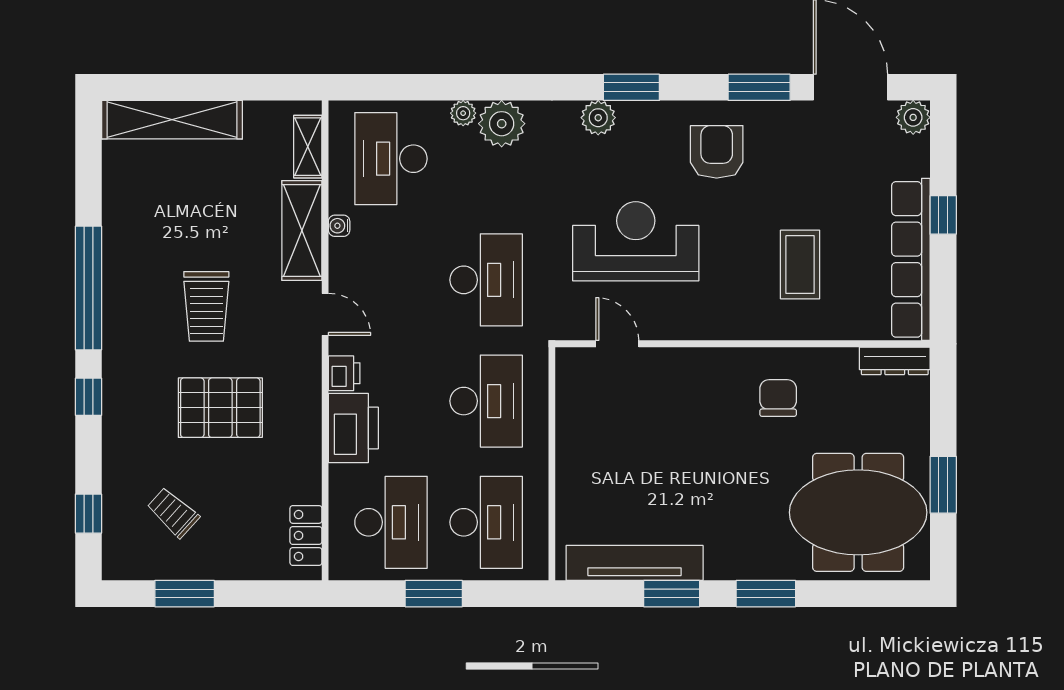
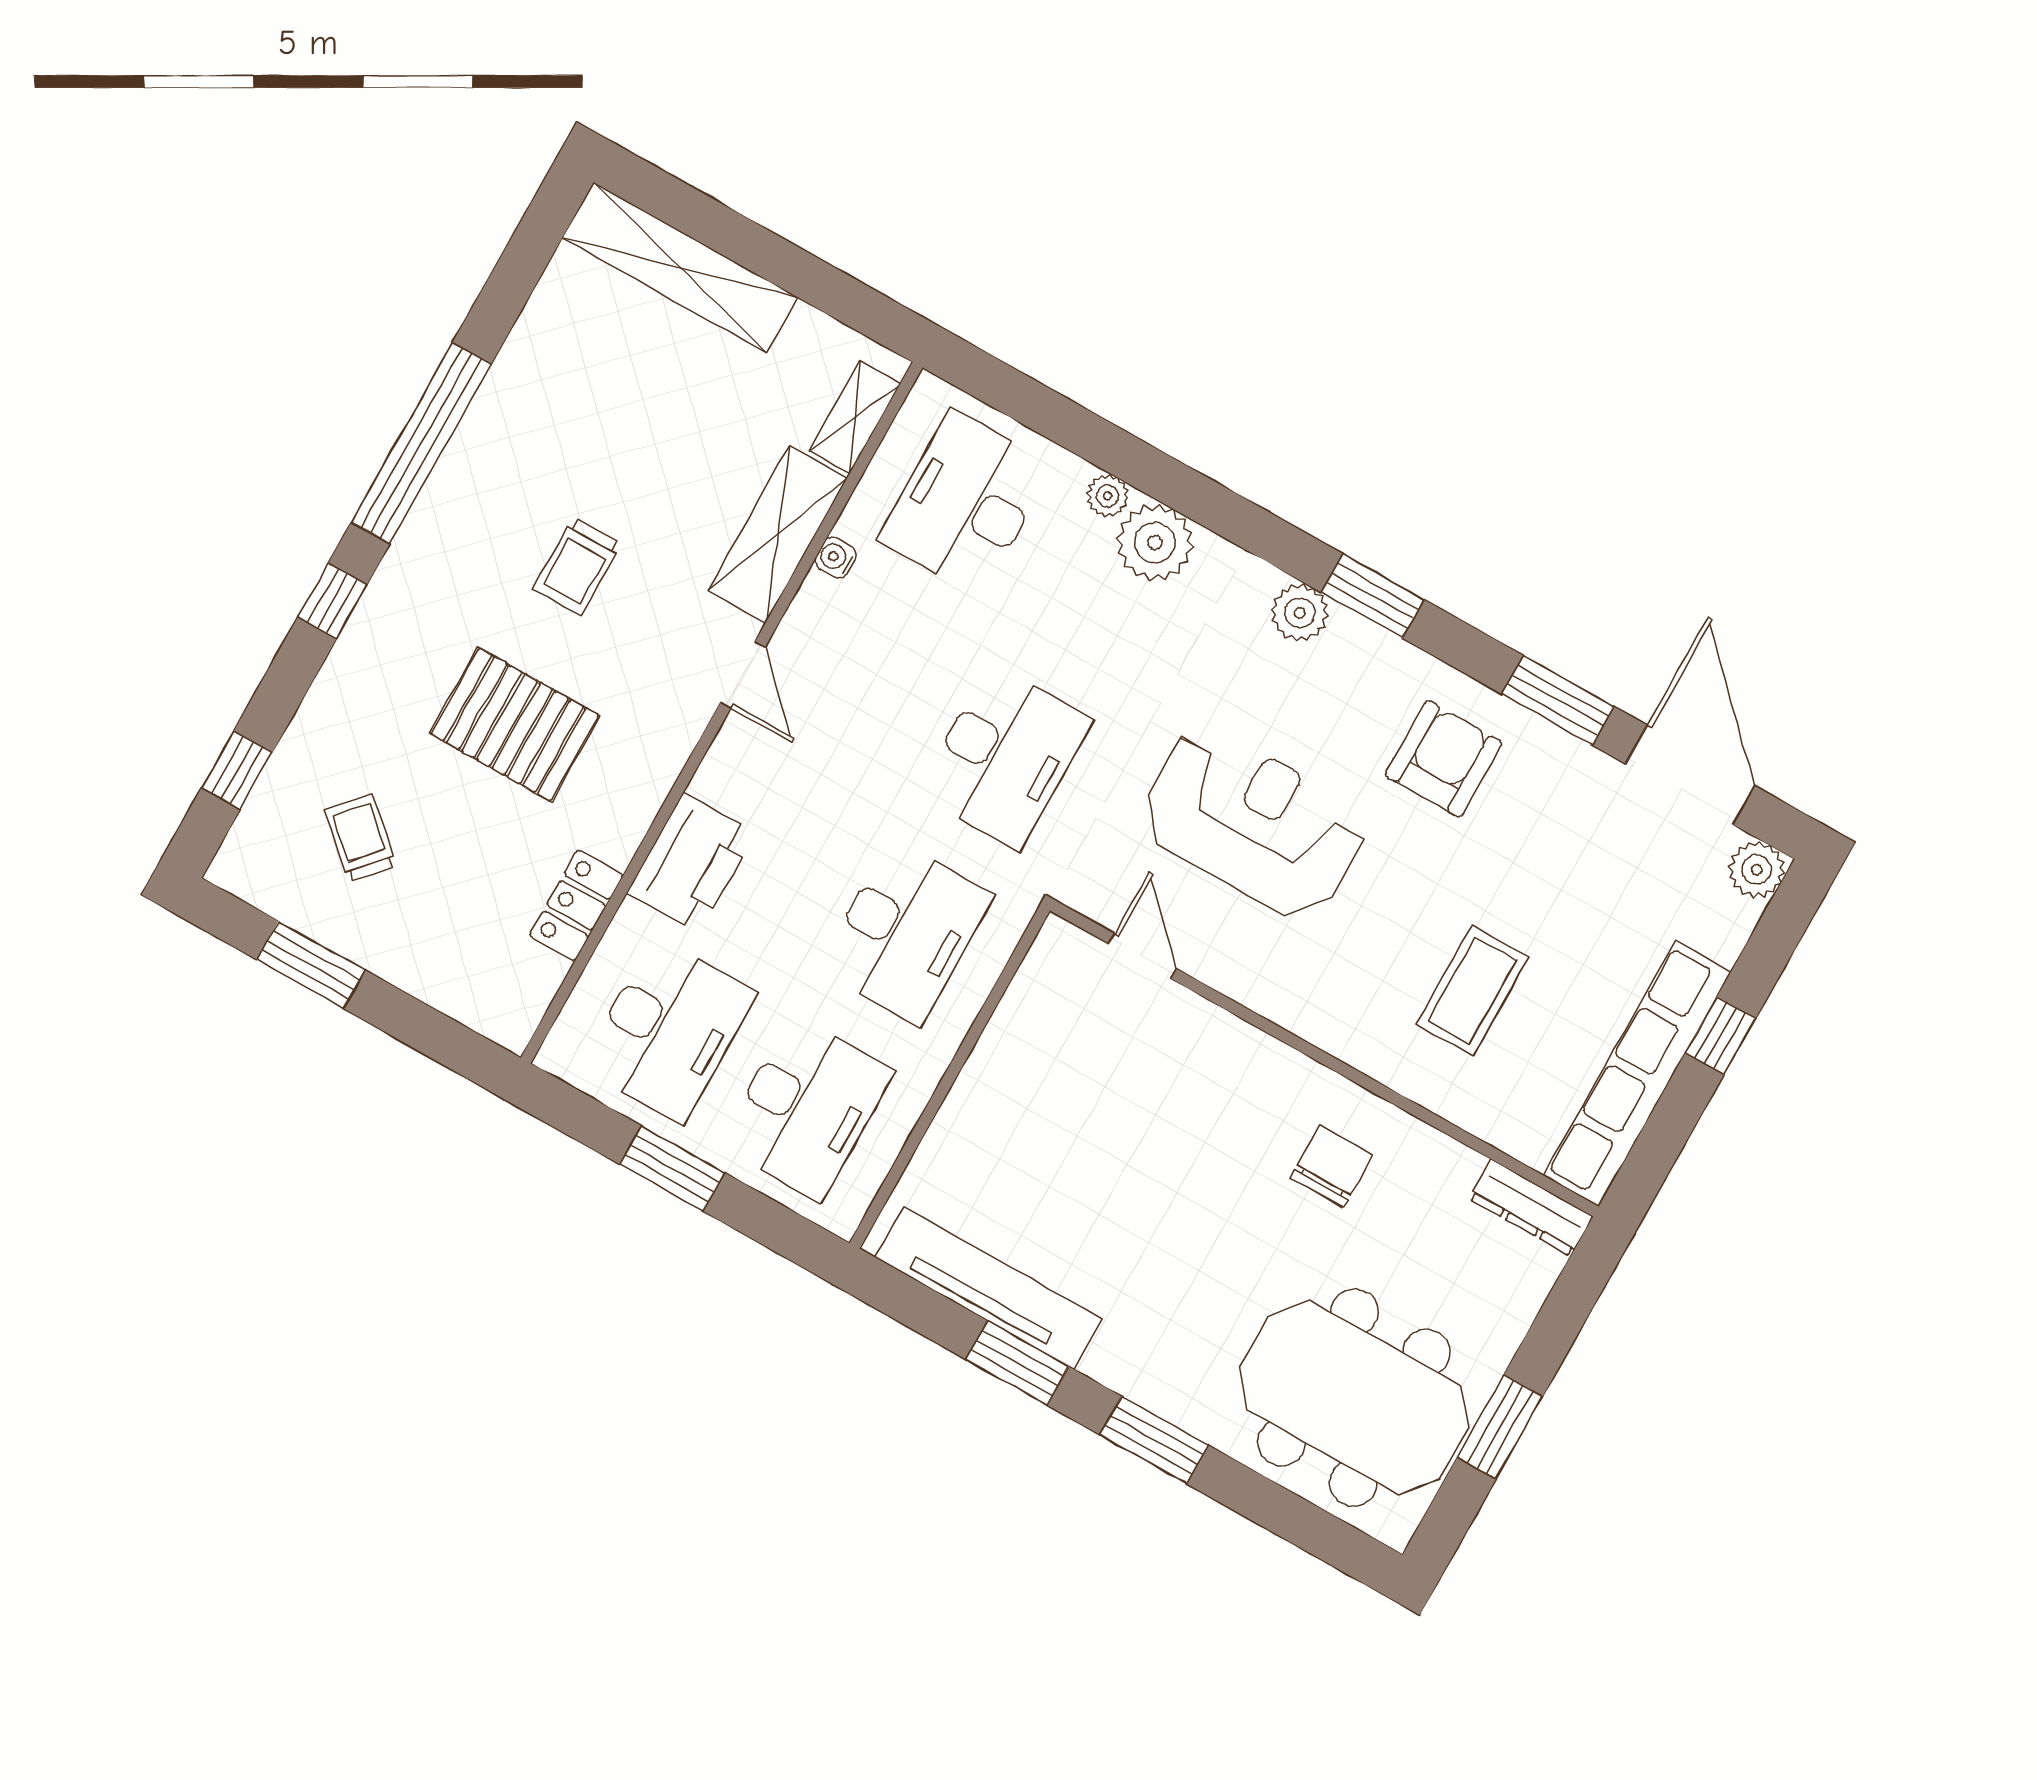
trolley: (206, 306) -> (577, 566), width x0.73, depth x0.72
printer: (344, 373) -> (722, 776), removed
locker: (306, 535) -> (576, 905), moved

